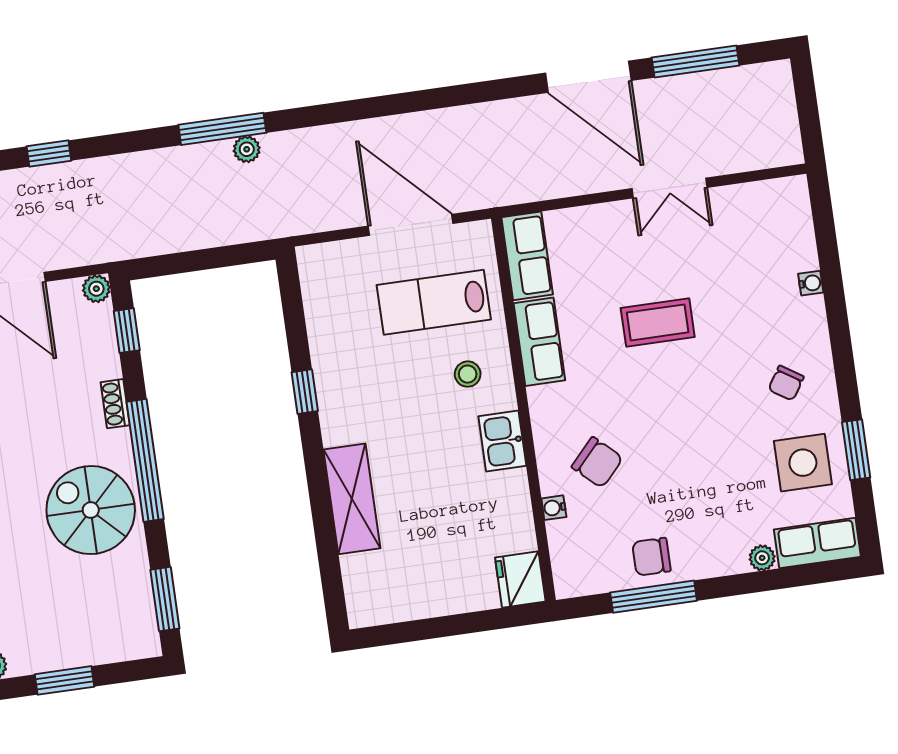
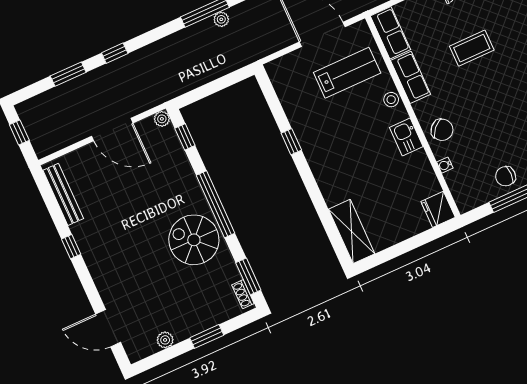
lab bench: (434, 302) -> (347, 73), turned 180
stool: (468, 374) -> (391, 100), moved
shoe rack: (115, 404) -> (243, 294), moved
chair: (597, 462) -> (442, 130), moved
shelving: (352, 499) -> (352, 231), moved

